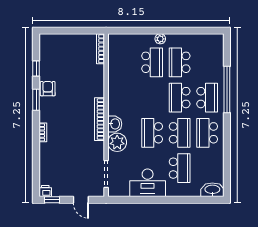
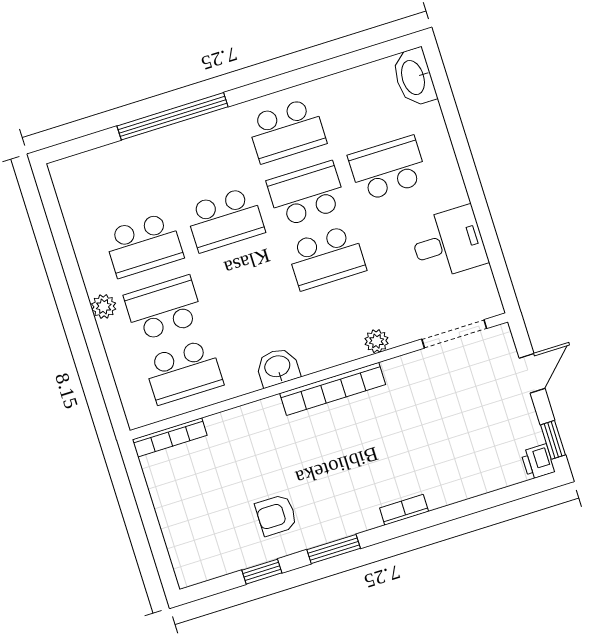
armchair: (48, 89) -> (276, 515), moved
school desk: (207, 98) -> (184, 372), moved, turned 180
washbasin: (115, 124) -> (278, 367), moved
plant: (117, 142) -> (377, 341), width x0.53, depth x0.53
desk: (148, 183) -> (448, 243), width x0.73

